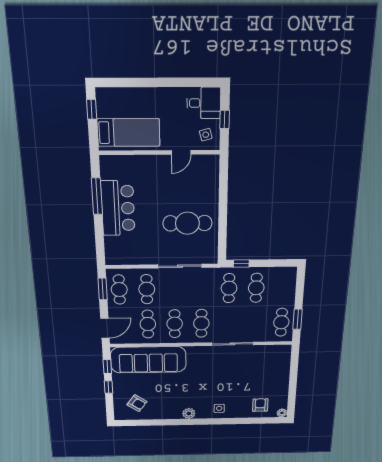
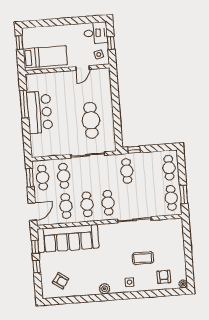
cafe table: (187, 223) -> (91, 120), turned 90
cafe table: (256, 288) -> (169, 168), moved
coffee table: (238, 385) -> (143, 258), added

